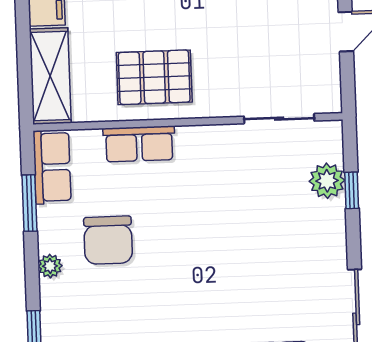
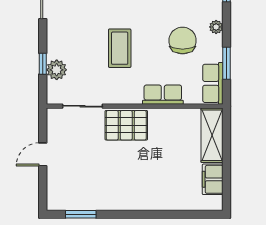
pallet: (154, 77) -> (126, 125), moved
coffee table: (218, 223) -> (120, 48), added

